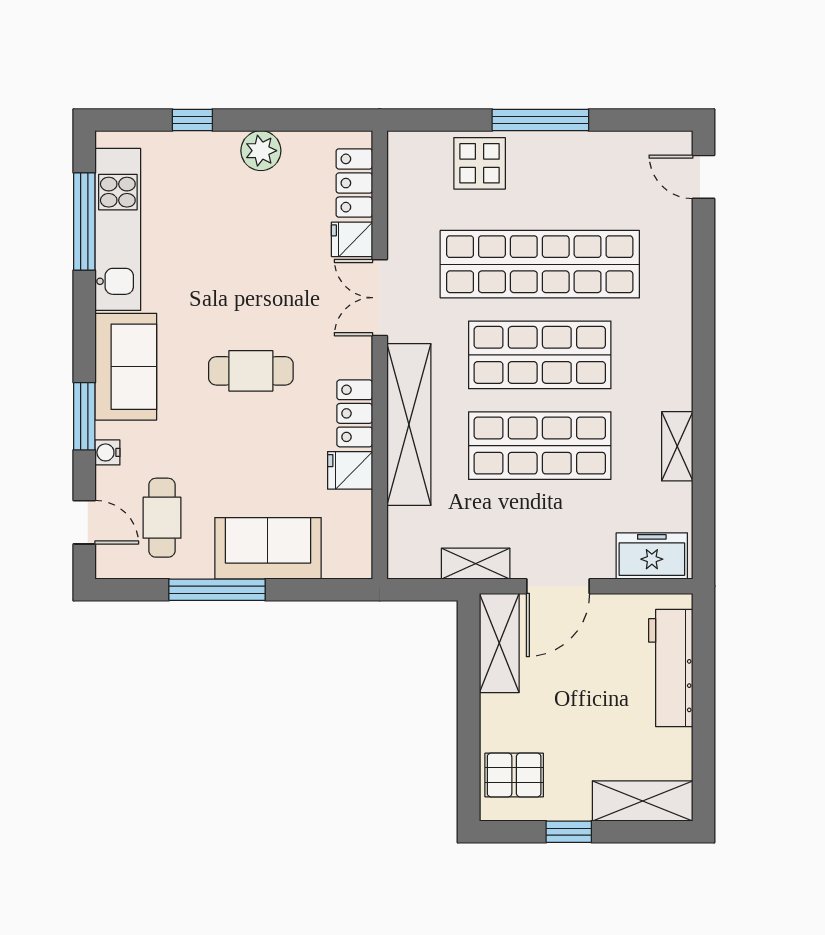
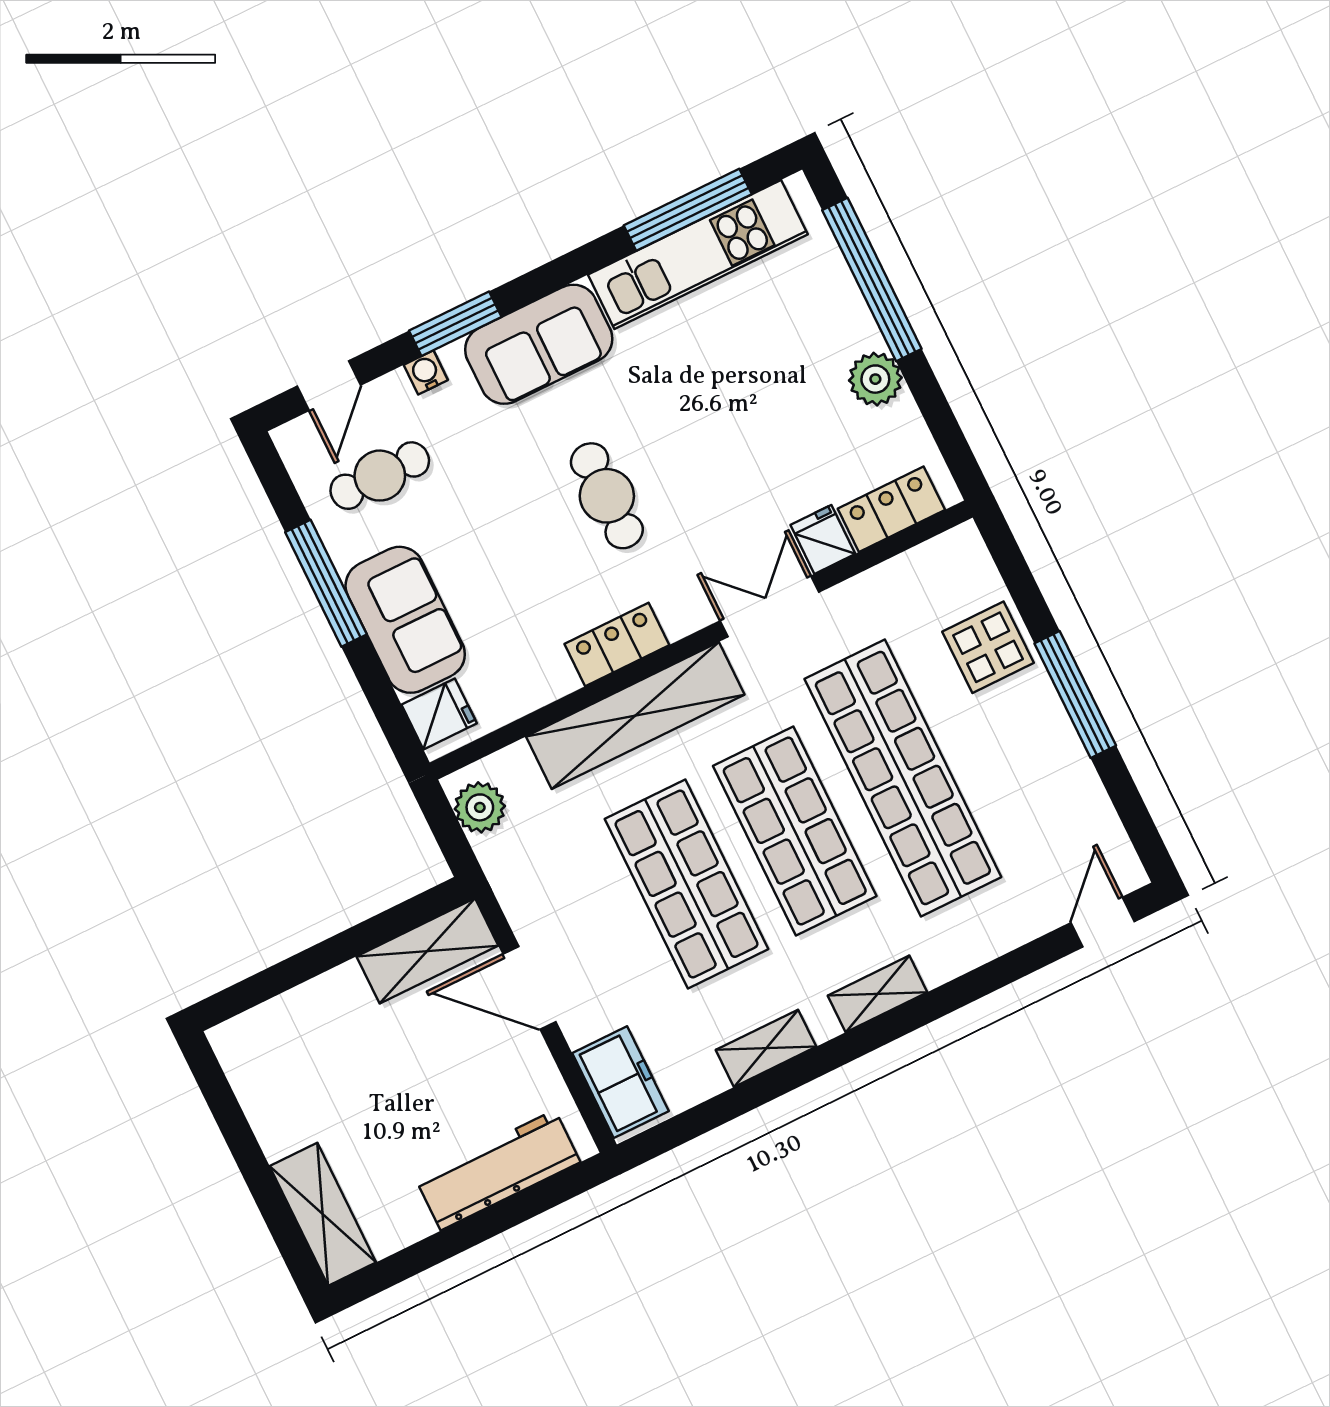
window: (192, 120) -> (872, 280), width x3.17
fridge: (350, 470) -> (439, 714), moved, turned 90
plant: (419, 560) -> (480, 807), added
shelving: (476, 564) -> (878, 994), moved, turned 90
pallet: (514, 775) -> (279, 1046), removed
window: (569, 832) -> (243, 1144), removed

